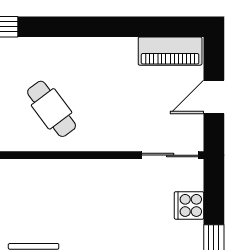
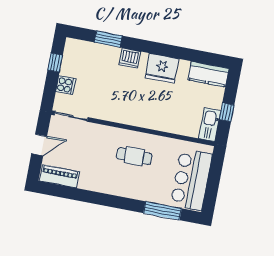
cafe table: (52, 109) -> (134, 156), turned -53

